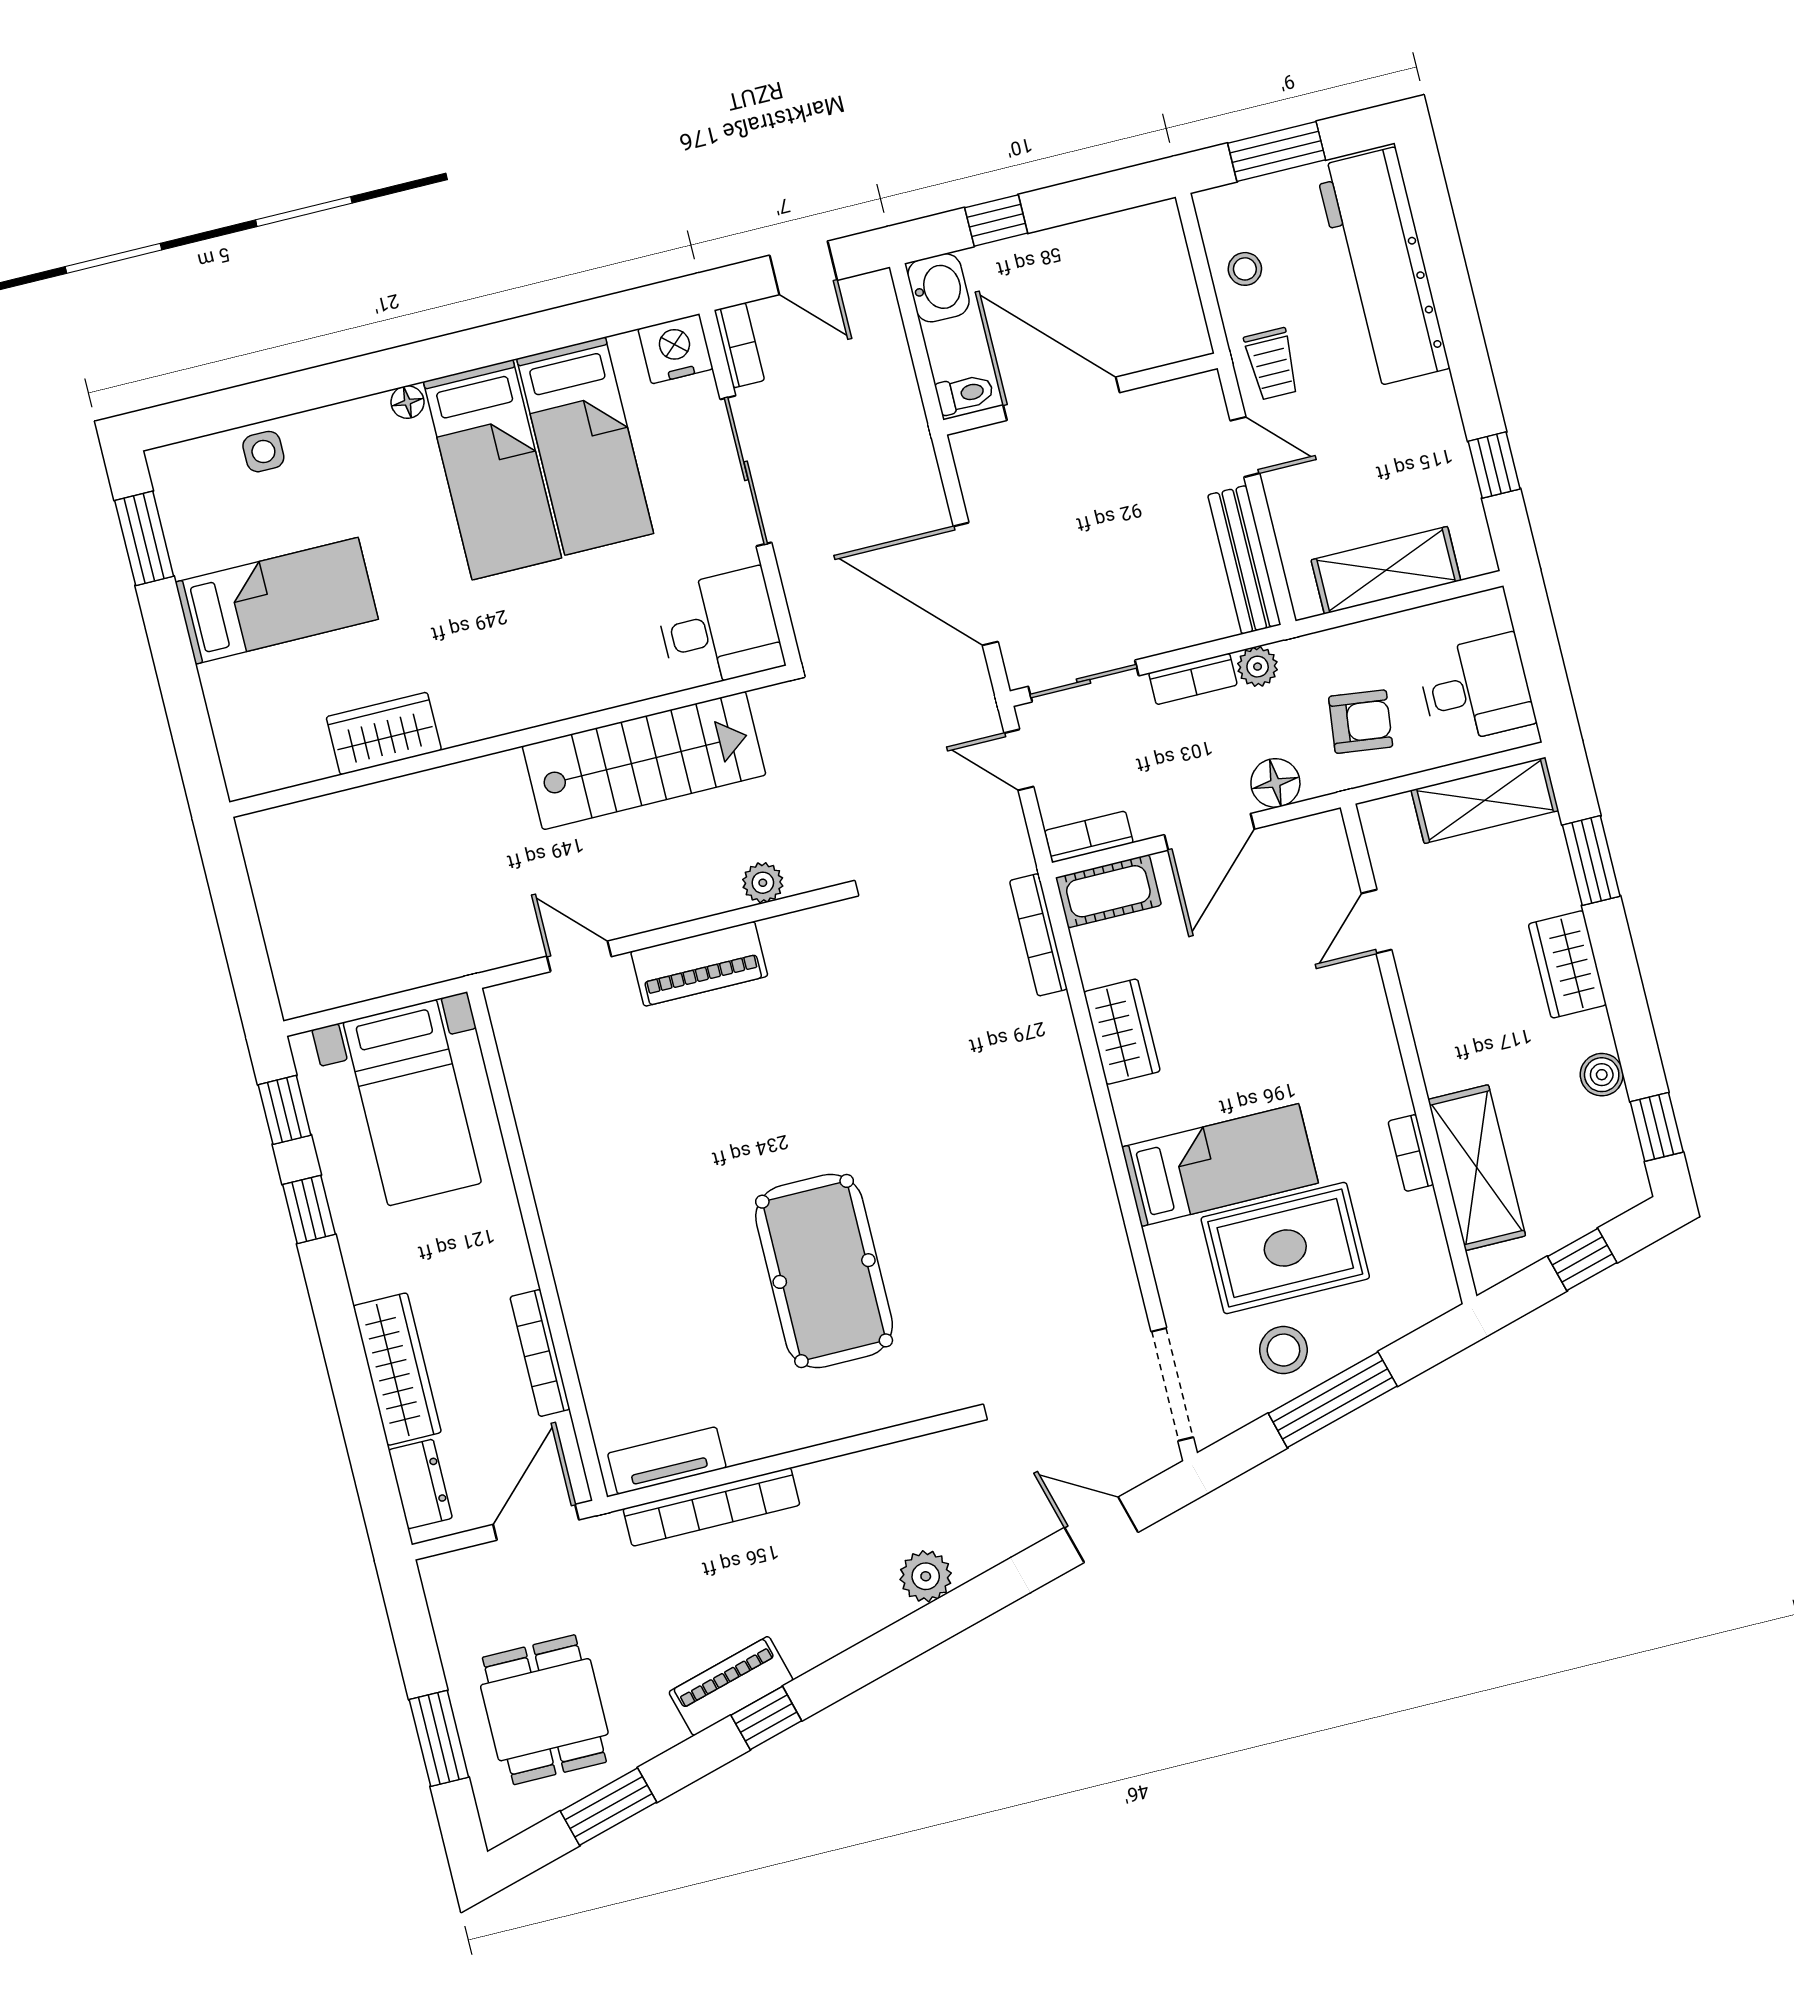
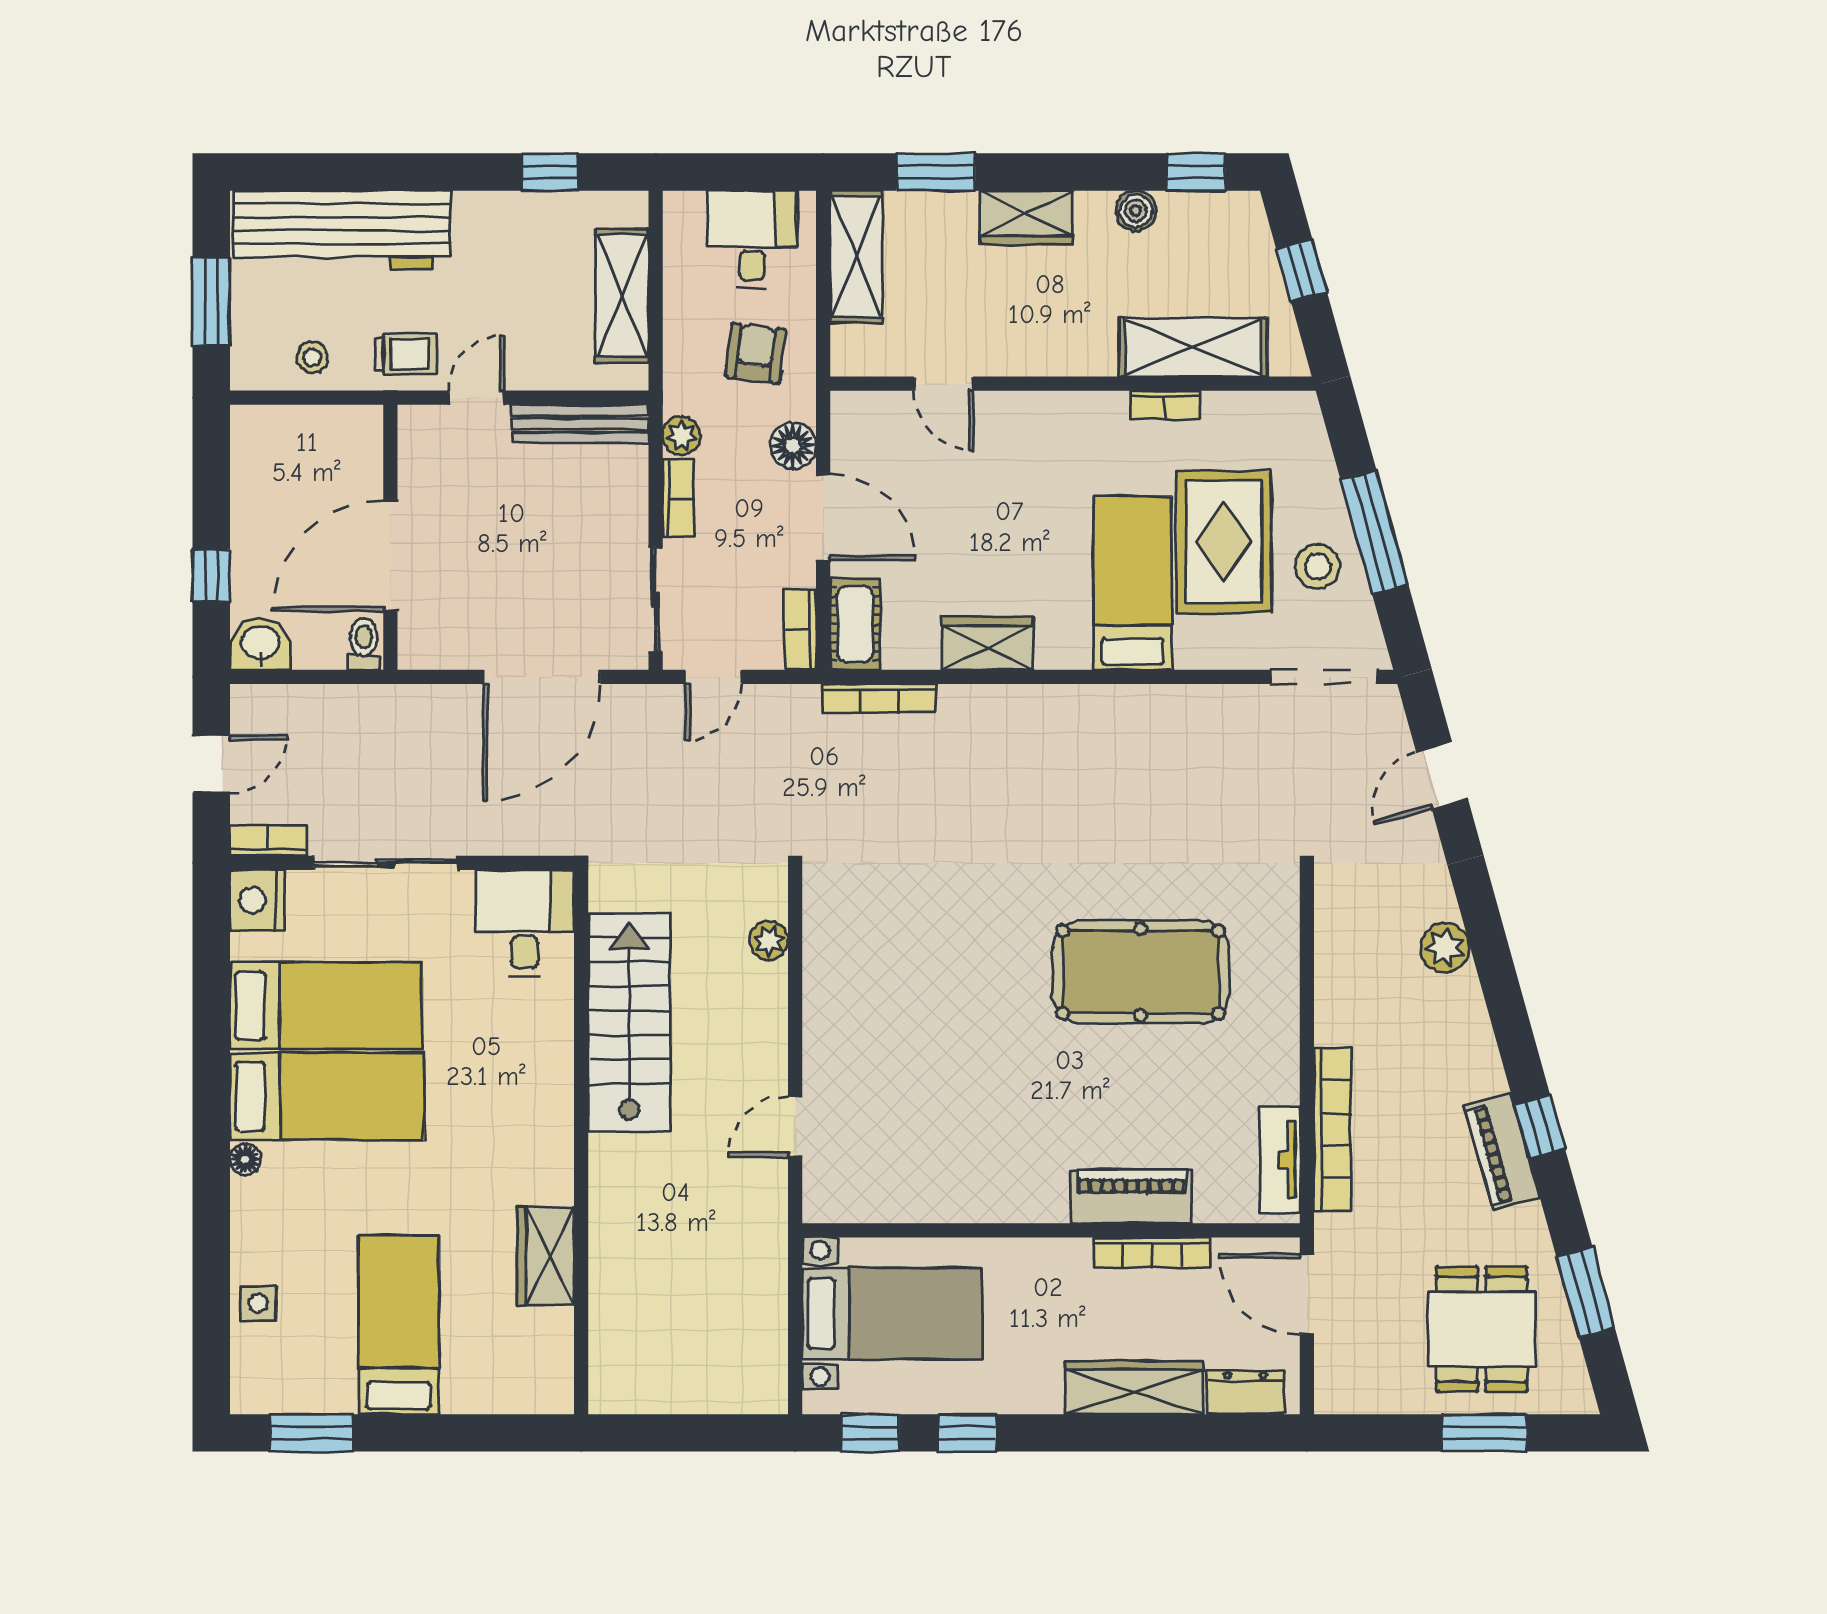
piano: (699, 964) -> (1131, 1196), moved, turned -90
dining table: (544, 1710) -> (1482, 1329), turned 90

